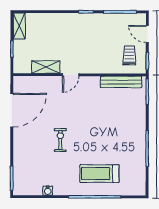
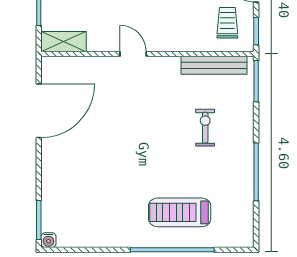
shelving: (46, 67) -> (64, 42), moved
door: (71, 75) -> (133, 54), swing flipped
exercise bike: (60, 140) -> (205, 128), moved
water cooler: (48, 191) -> (48, 240), moved

